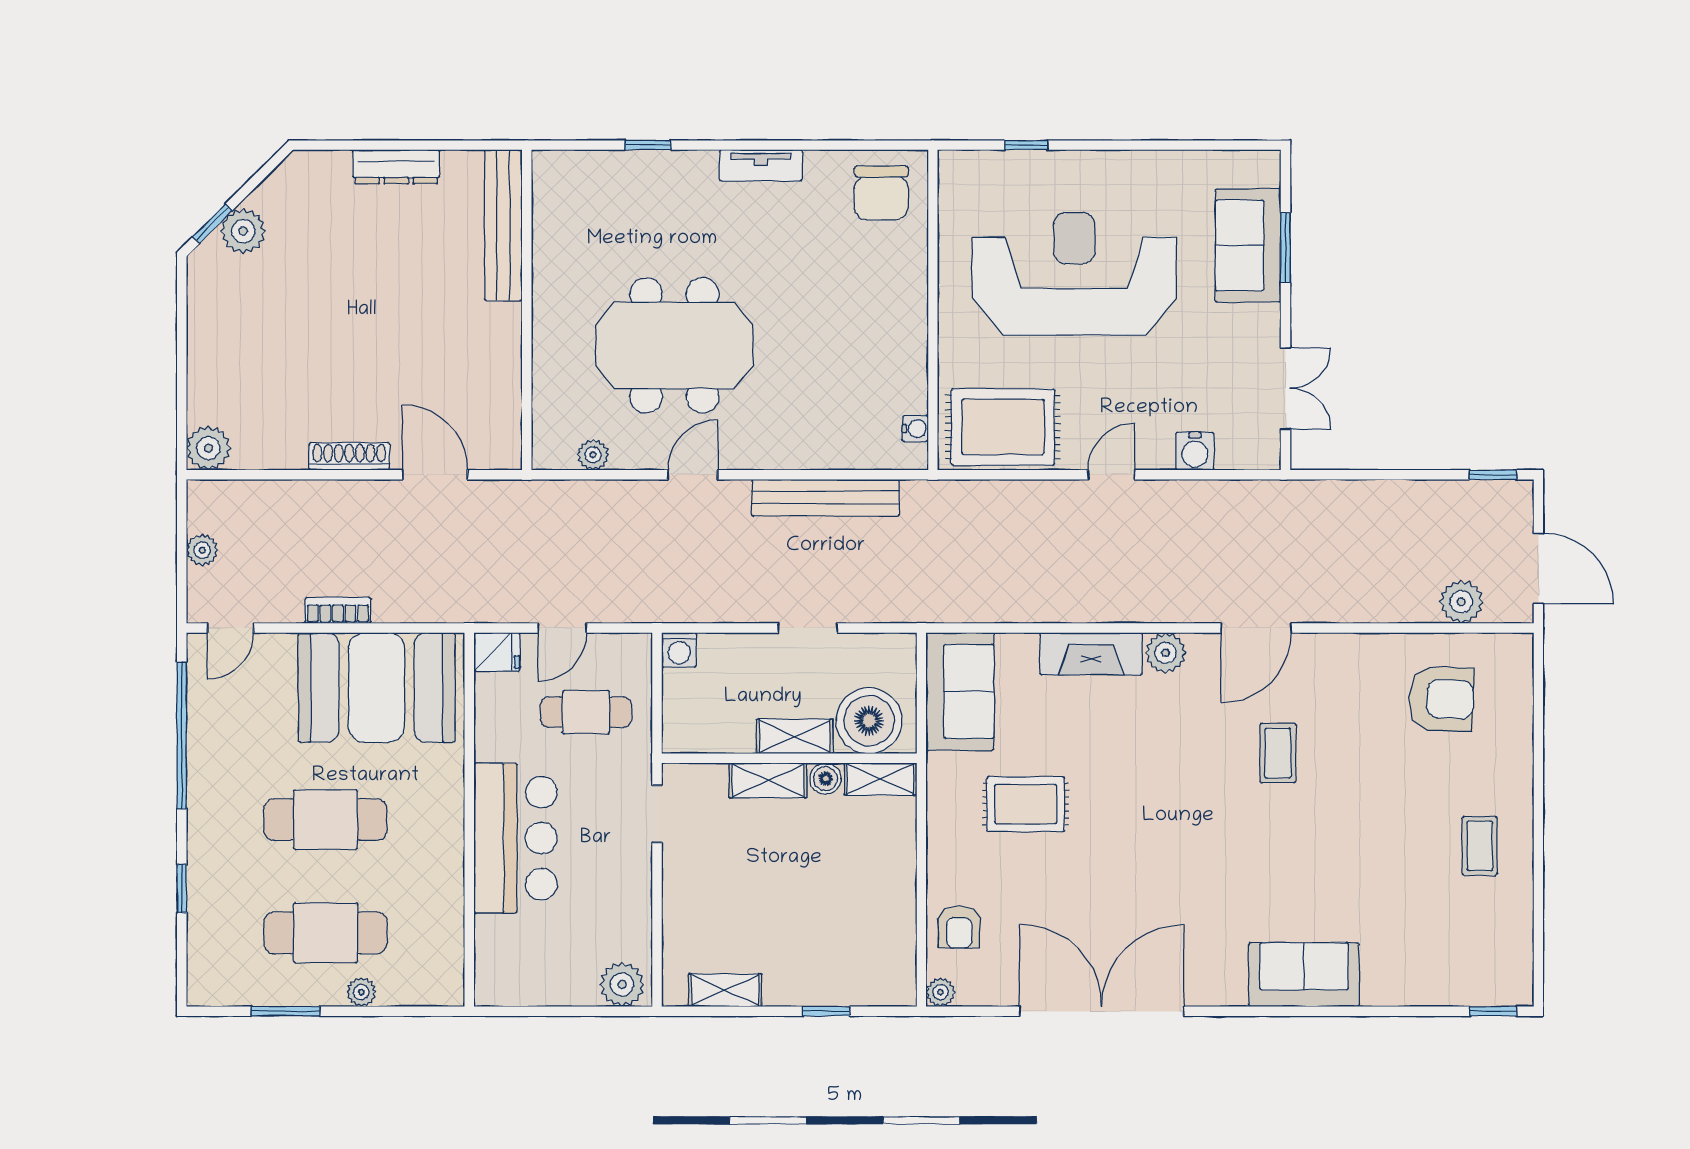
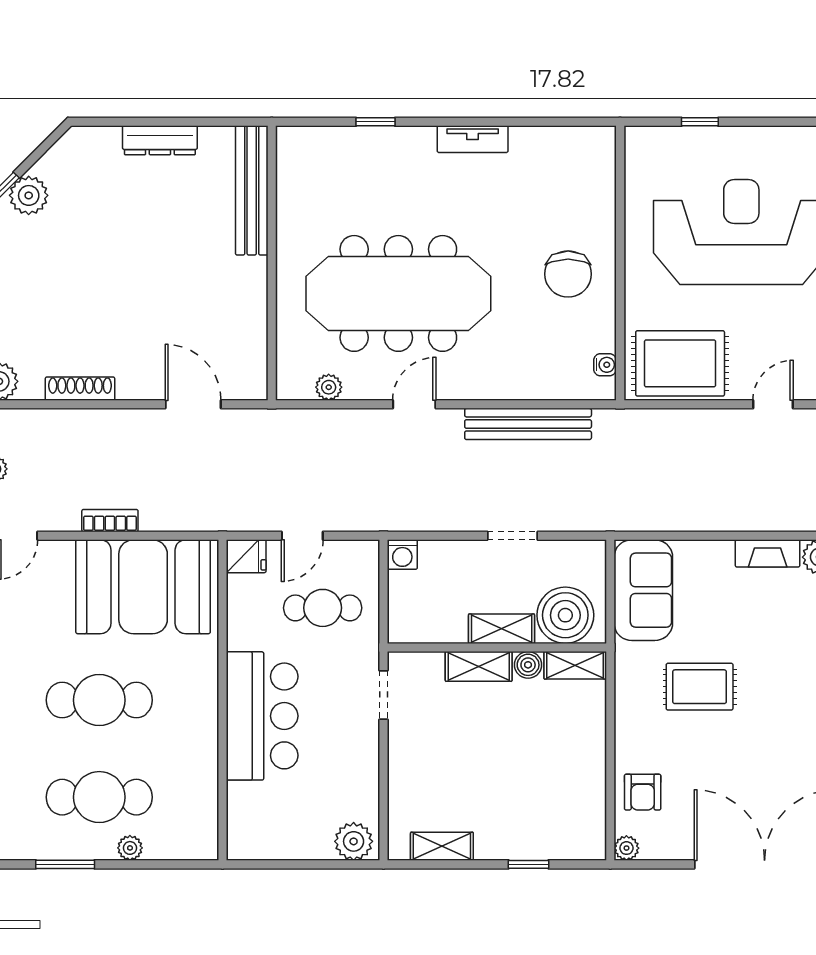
chair: (881, 193) -> (568, 274), moved
meeting table: (674, 345) -> (398, 293), width x1.36
shoe rack: (349, 456) -> (80, 389), moved
fireplace: (1091, 654) -> (768, 553), width x0.73, depth x0.76

